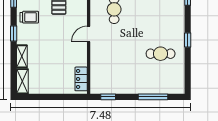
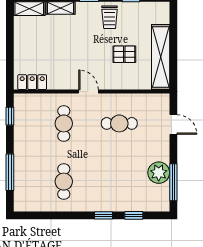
window: (188, 40) -> (103, 215), moved
cafe table: (114, 54) -> (64, 123), added

